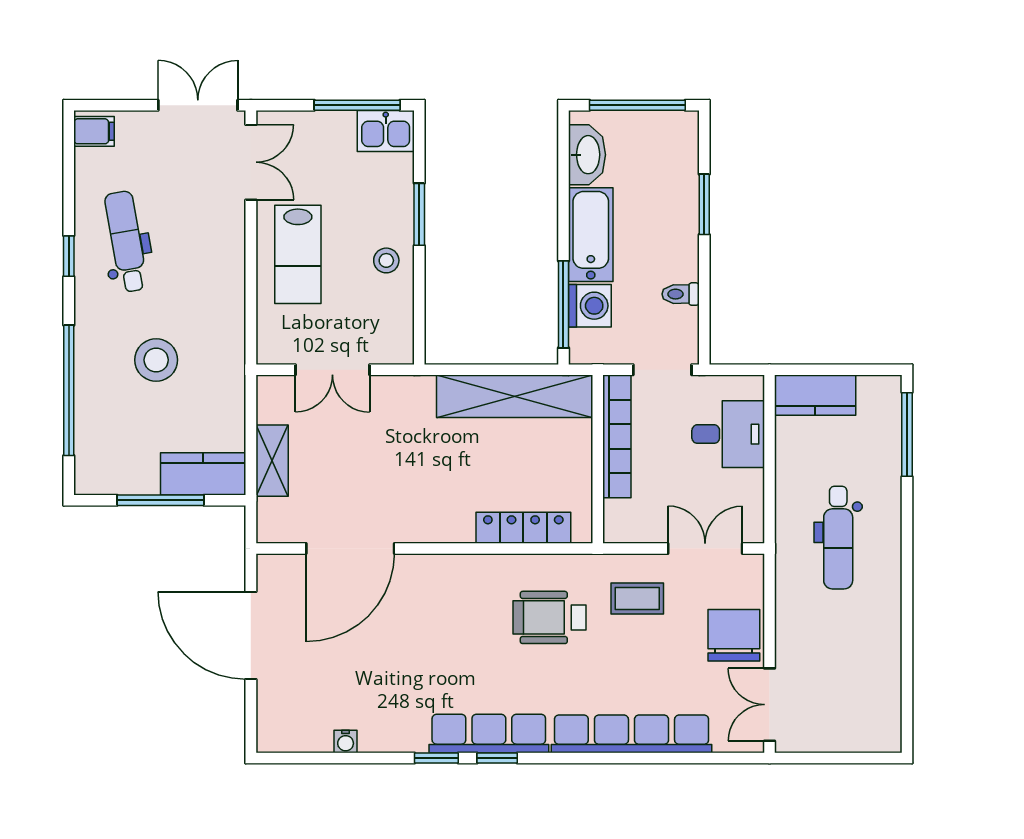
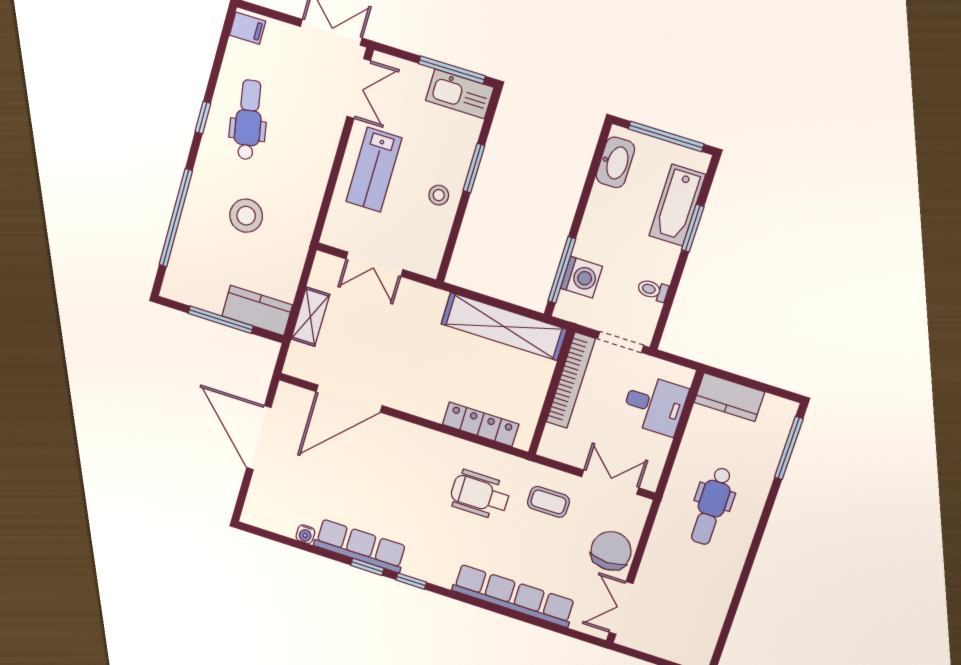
kitchen sink: (386, 131) -> (460, 94), width x1.38
bathtub: (591, 235) -> (677, 205), moved, turned 180
row of seats: (489, 733) -> (360, 546), moved

